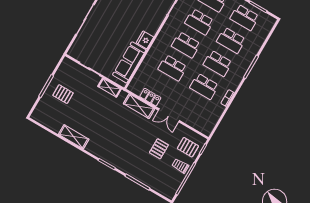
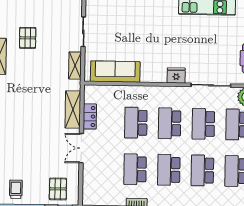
fridge: (145, 40) -> (176, 75), moved
pallet: (63, 94) -> (28, 38), moved
pallet: (159, 149) -> (38, 158), removed
trolley: (180, 166) -> (16, 189), moved

